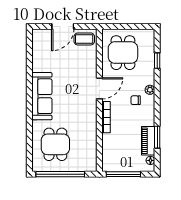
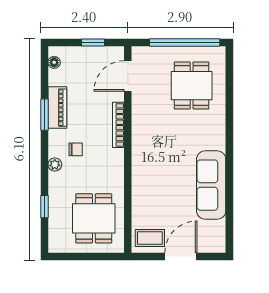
door: (99, 88) -> (128, 76), moved
sofa: (42, 96) -> (211, 185), moved
window: (157, 137) -> (44, 115), moved
piano: (148, 141) -> (57, 108), moved
window: (123, 174) -> (93, 42), width x0.46

